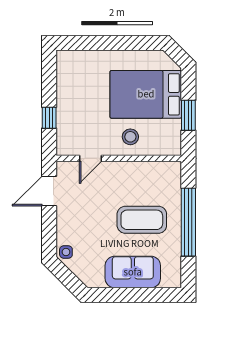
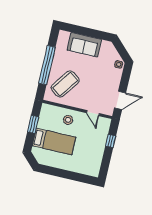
bed: (146, 94) -> (54, 141), width x0.67
door: (90, 158) -> (93, 113), swing flipped
coffee table: (142, 220) -> (65, 84), moved, turned -54

